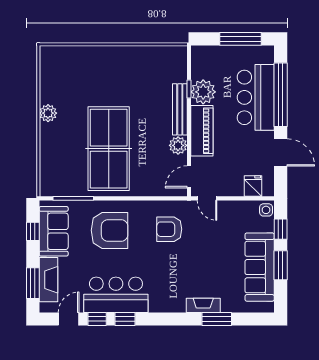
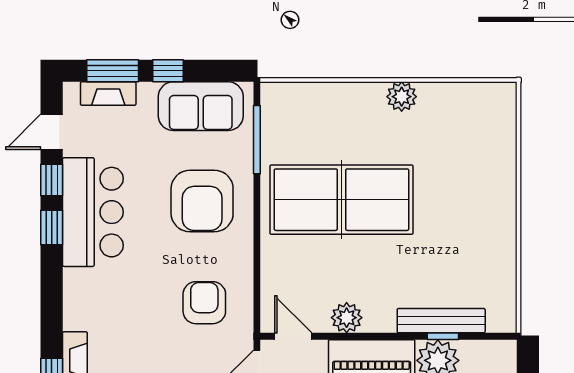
bench: (180, 109) -> (441, 321), moved
window: (33, 231) -> (168, 71), moved
fireplace: (48, 280) -> (108, 94), width x0.73, depth x0.76
door: (69, 319) -> (52, 132), swing flipped

